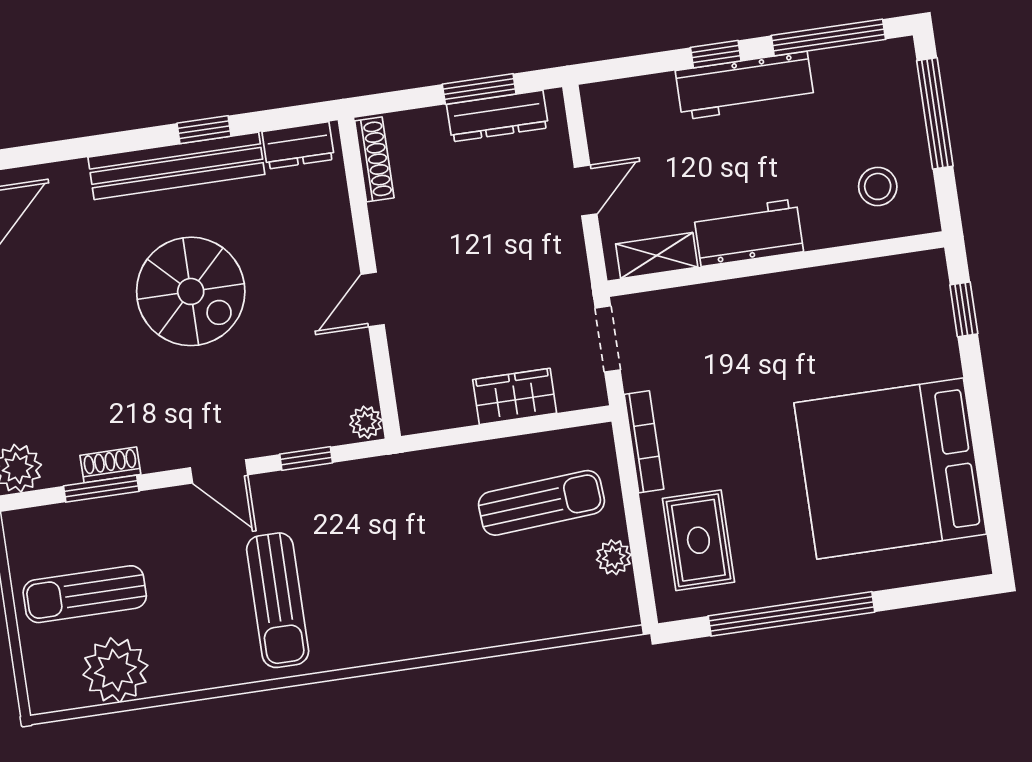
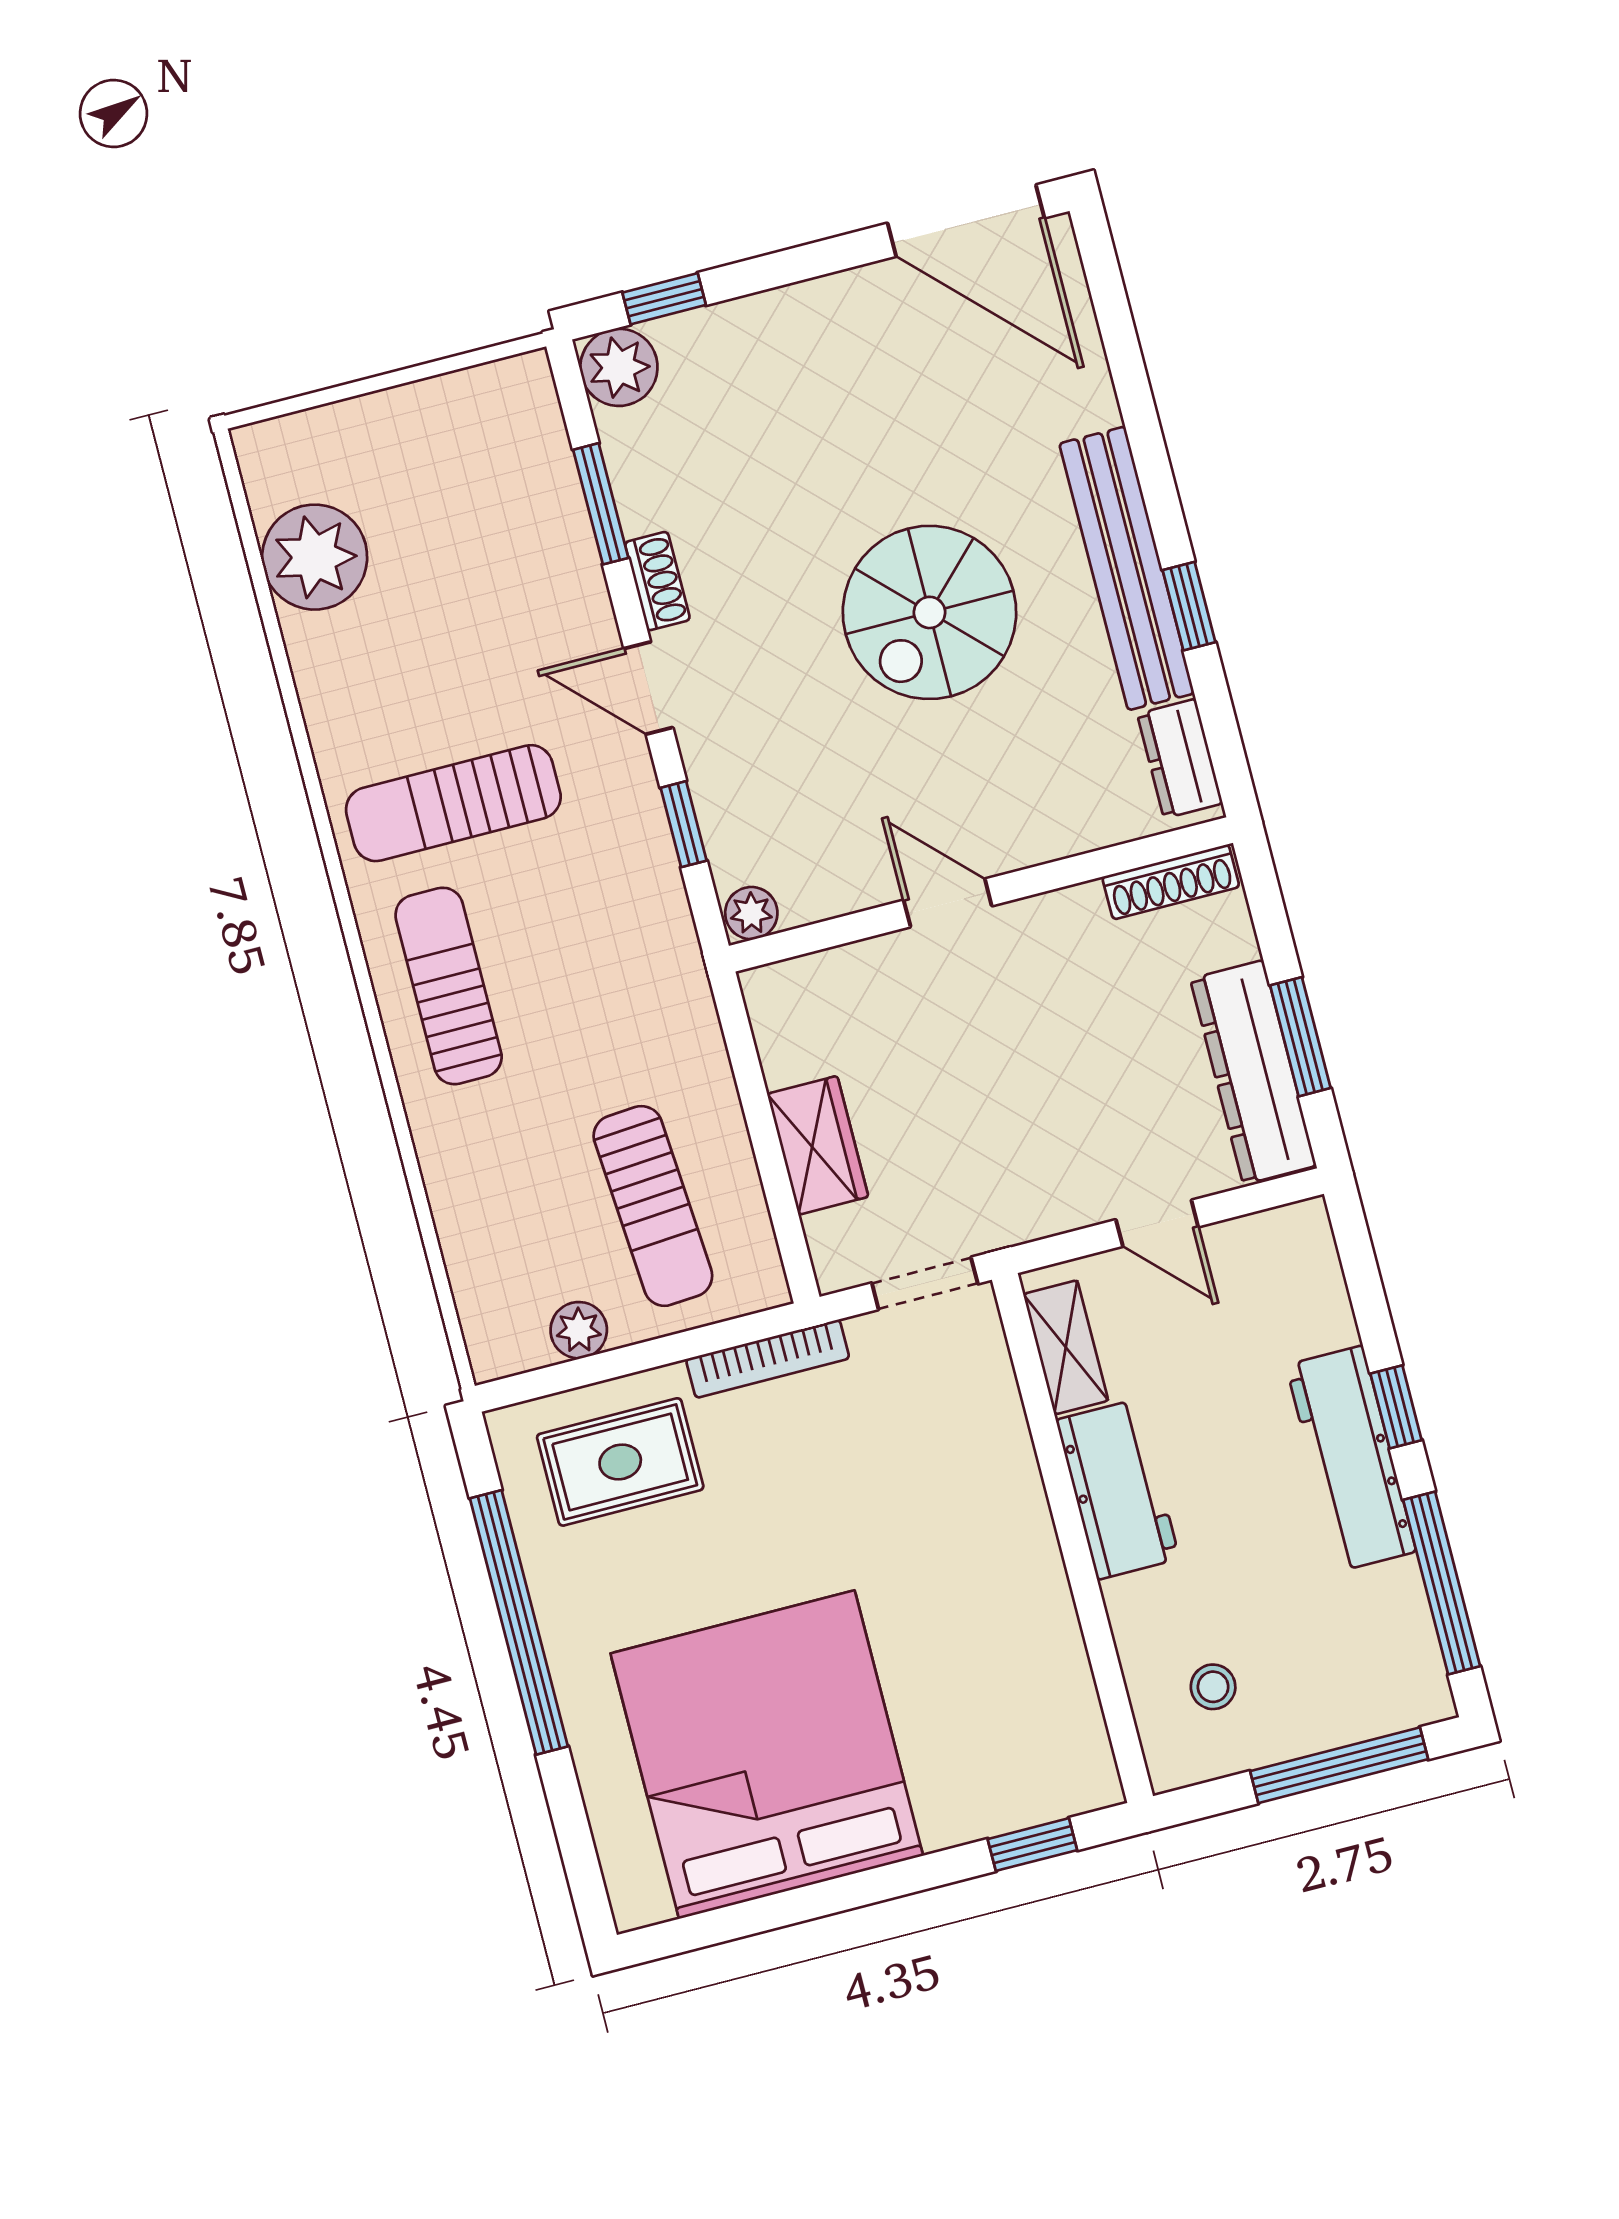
dresser: (498, 116) -> (1253, 1072), width x1.37, depth x1.24
stool: (878, 186) -> (1213, 1687), width x0.73, depth x0.73
shoe rack: (110, 465) -> (657, 581), moved
door: (219, 471) -> (648, 688), hinge flipped
sun lounger: (85, 594) -> (449, 986), moved

